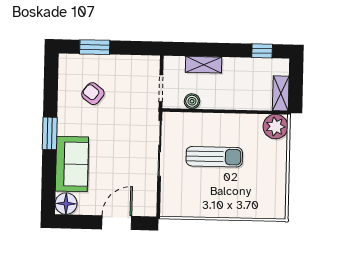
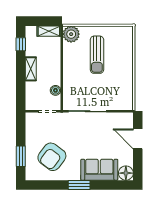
shelving: (204, 65) -> (31, 69), moved
armchair: (93, 94) -> (52, 157), width x1.88, depth x1.88
sun lounger: (214, 157) -> (97, 55), moved, turned 180

